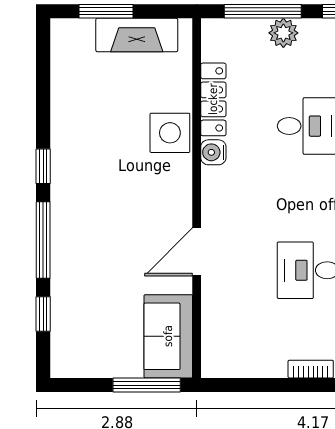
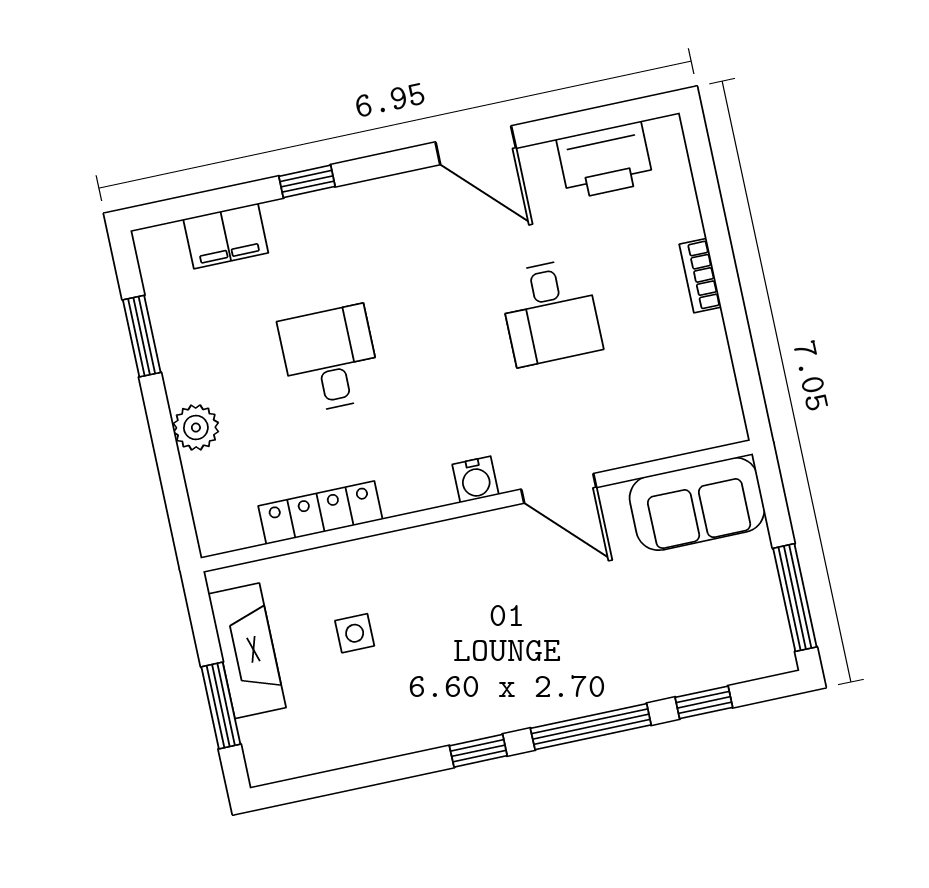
window: (263, 11) -> (170, 466), removed
side table: (170, 133) -> (355, 633), moved, width x0.54, depth x0.54
water cooler: (213, 152) -> (476, 479), moved
window: (147, 385) -> (795, 598), moved

